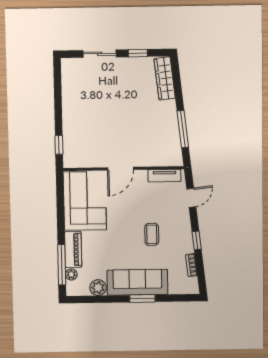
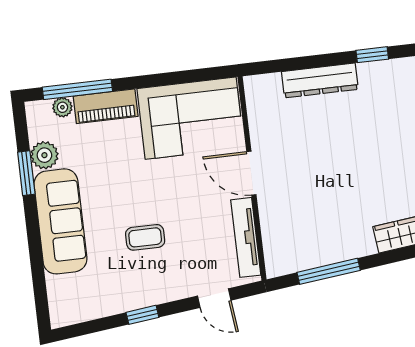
dresser: (70, 123) -> (320, 80), added
window: (59, 145) -> (372, 55), moved
tv unit: (164, 176) -> (246, 237), width x1.41
bookcase: (191, 265) -> (99, 310), removed
window: (142, 298) -> (26, 173), moved

